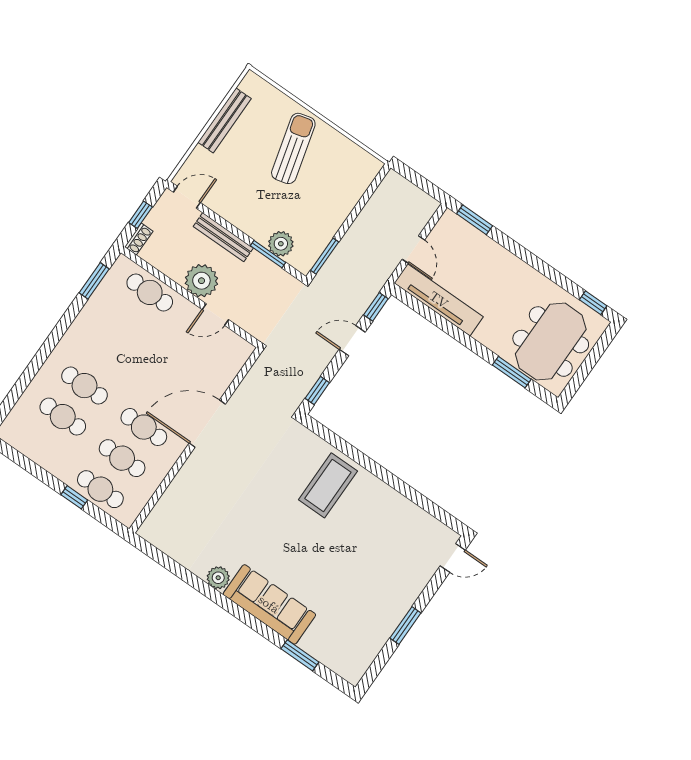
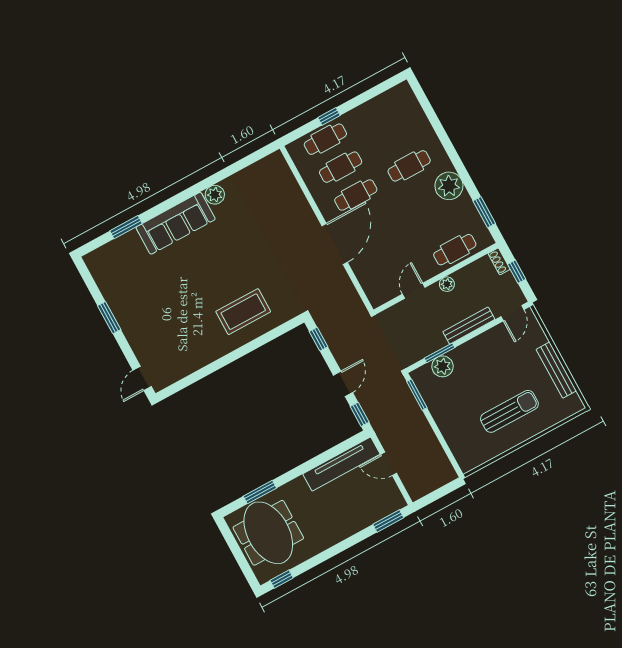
sun lounger: (293, 148) -> (509, 411), turned -75
plant: (201, 281) -> (447, 284), width x0.53, depth x0.53
plant: (85, 333) -> (449, 186), added
cafe table: (63, 417) -> (394, 138), removed
coffee table: (328, 485) -> (243, 312), turned 90

